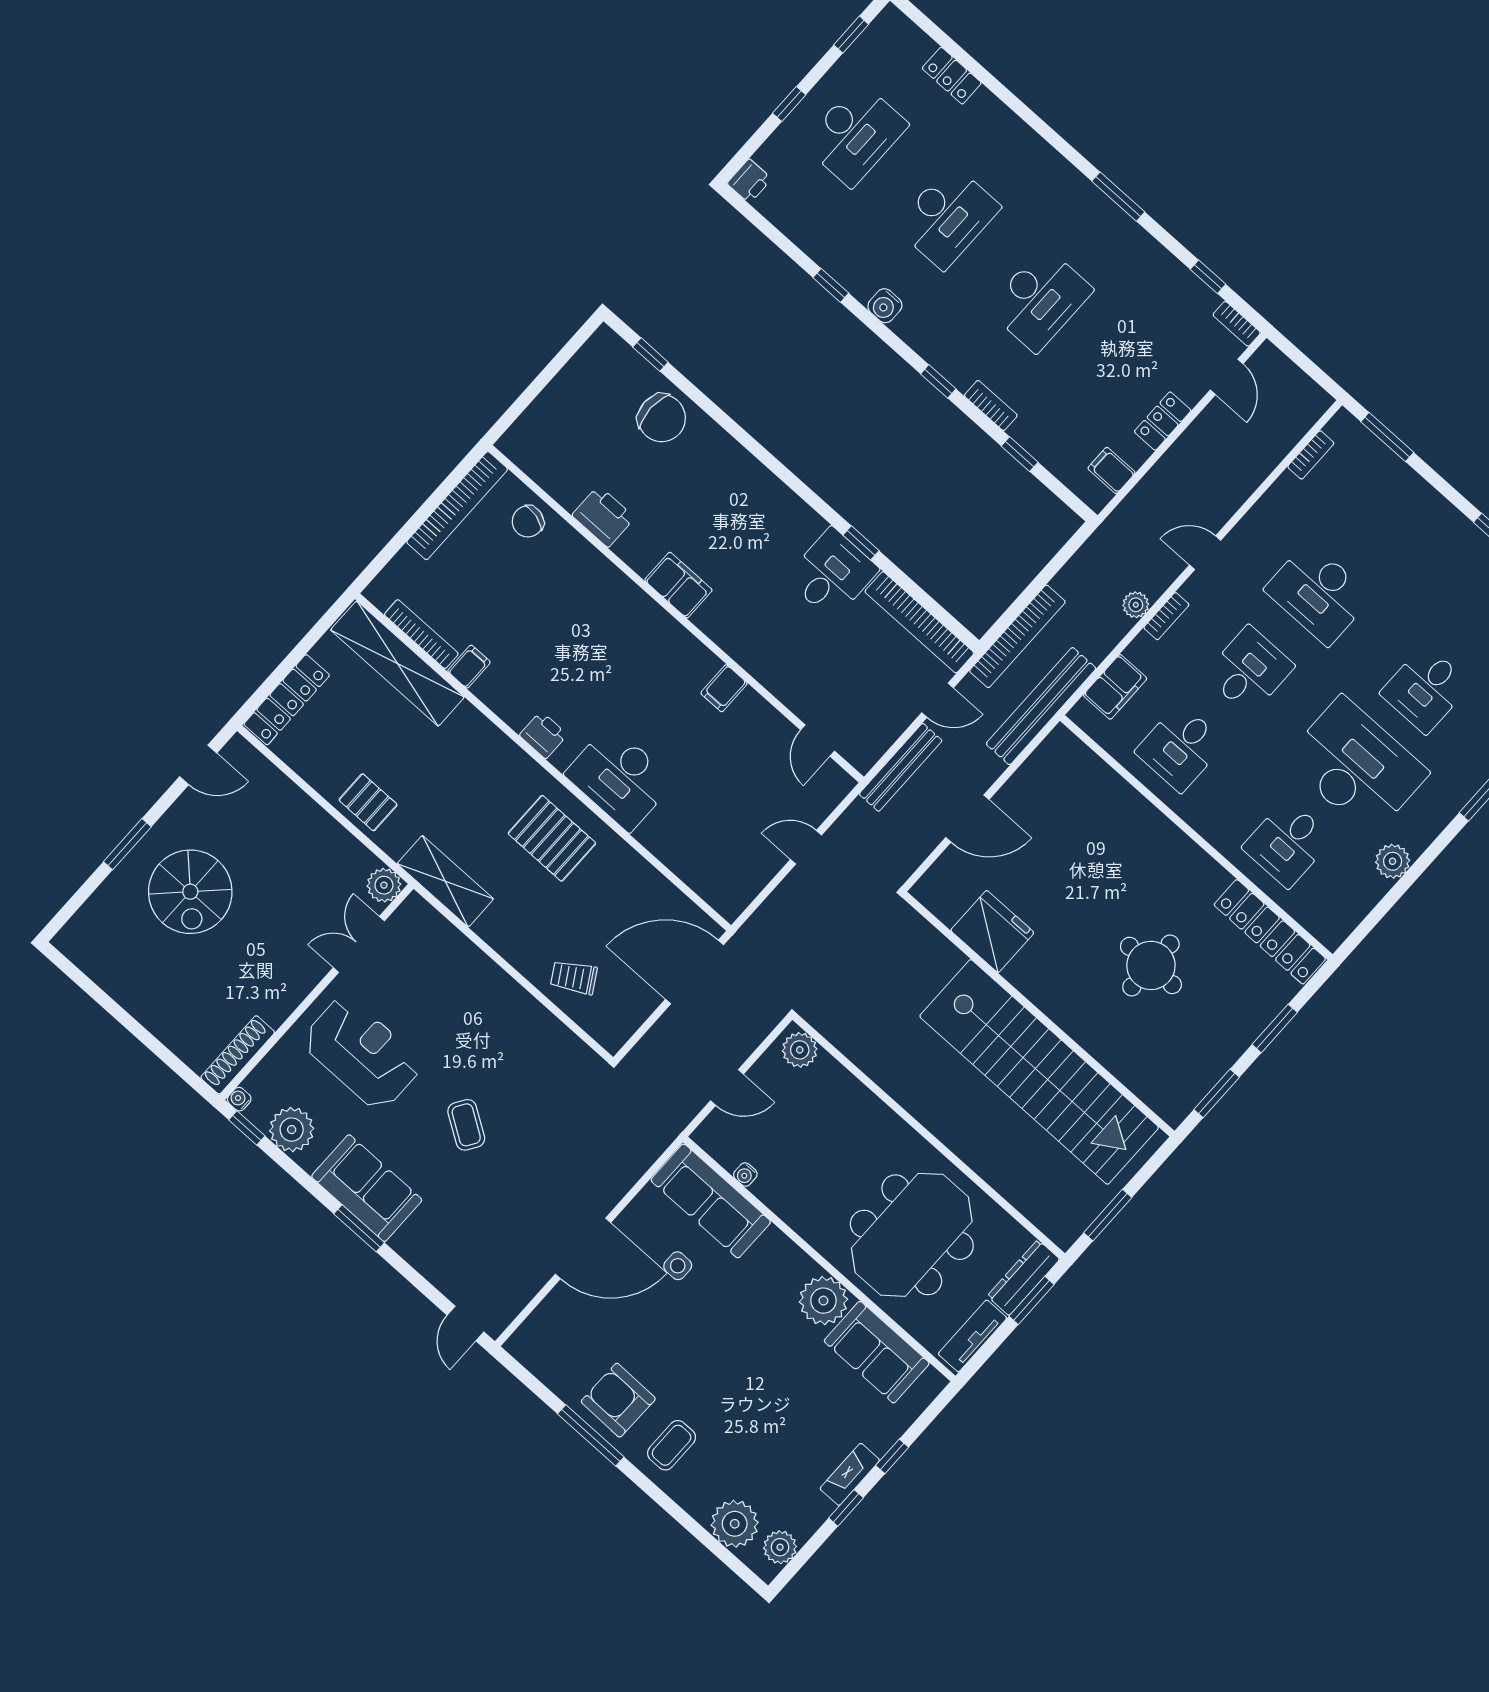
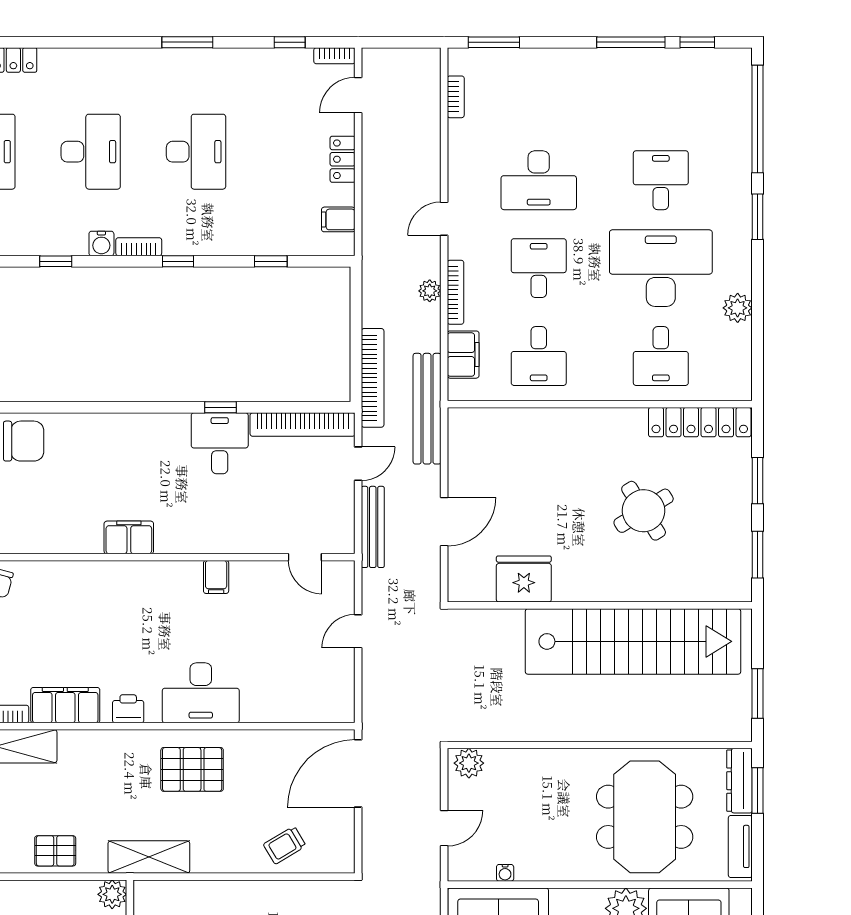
door: (1227, 377) -> (358, 95), swing flipped
bookcase: (991, 405) -> (139, 247), moved
printer: (603, 516) -> (42, 536), removed
bookcase: (1166, 616) -> (455, 292), width x1.56
filing cabinet: (469, 667) -> (65, 705), width x3.00, depth x1.17
desk: (1425, 689) -> (661, 180), turned 180
round table: (1151, 965) -> (644, 511), turned -32

